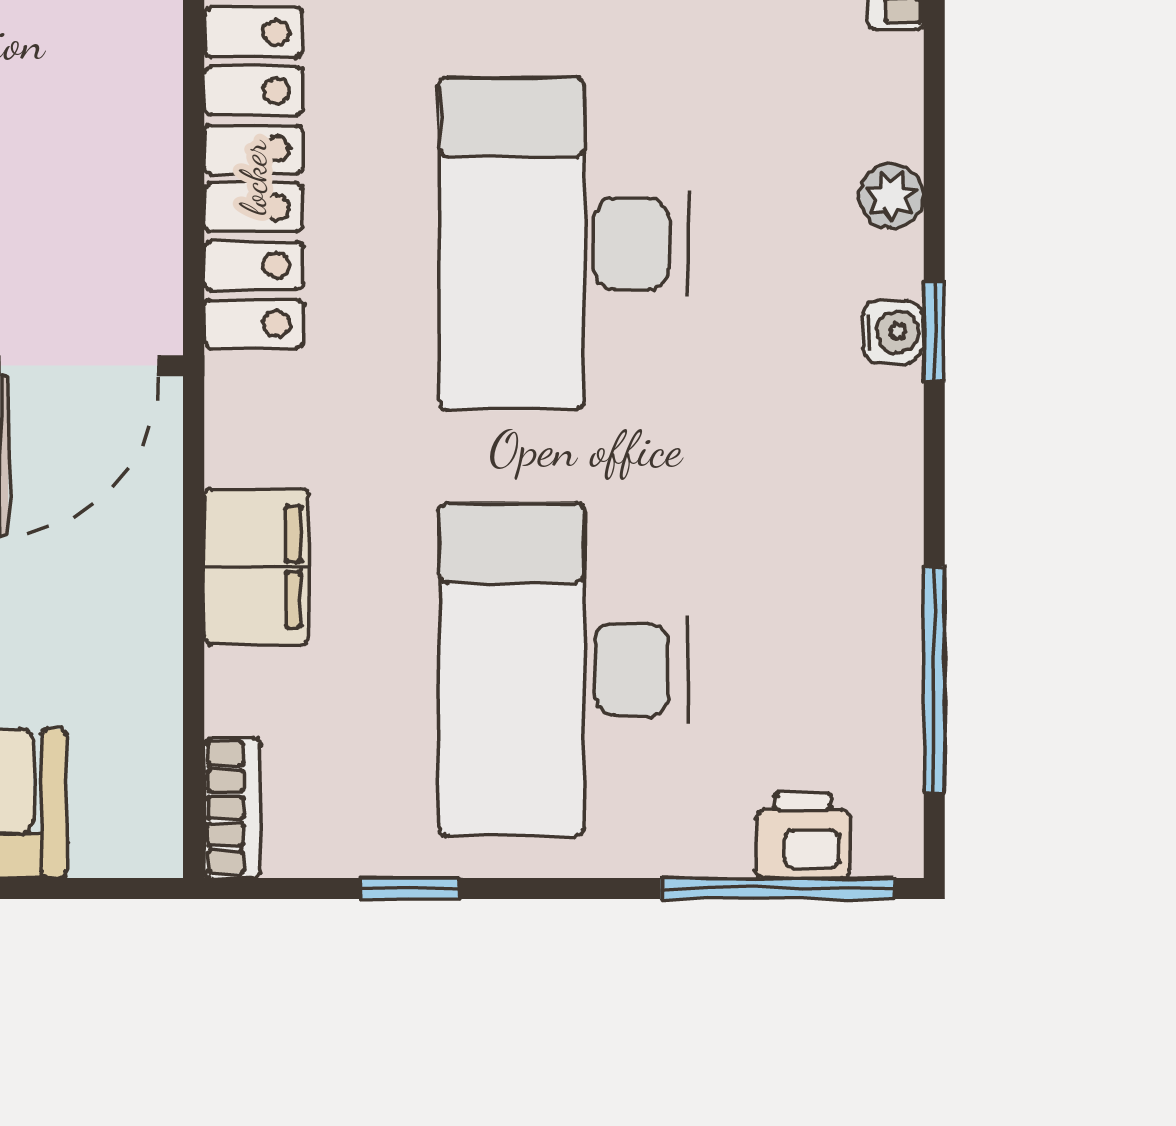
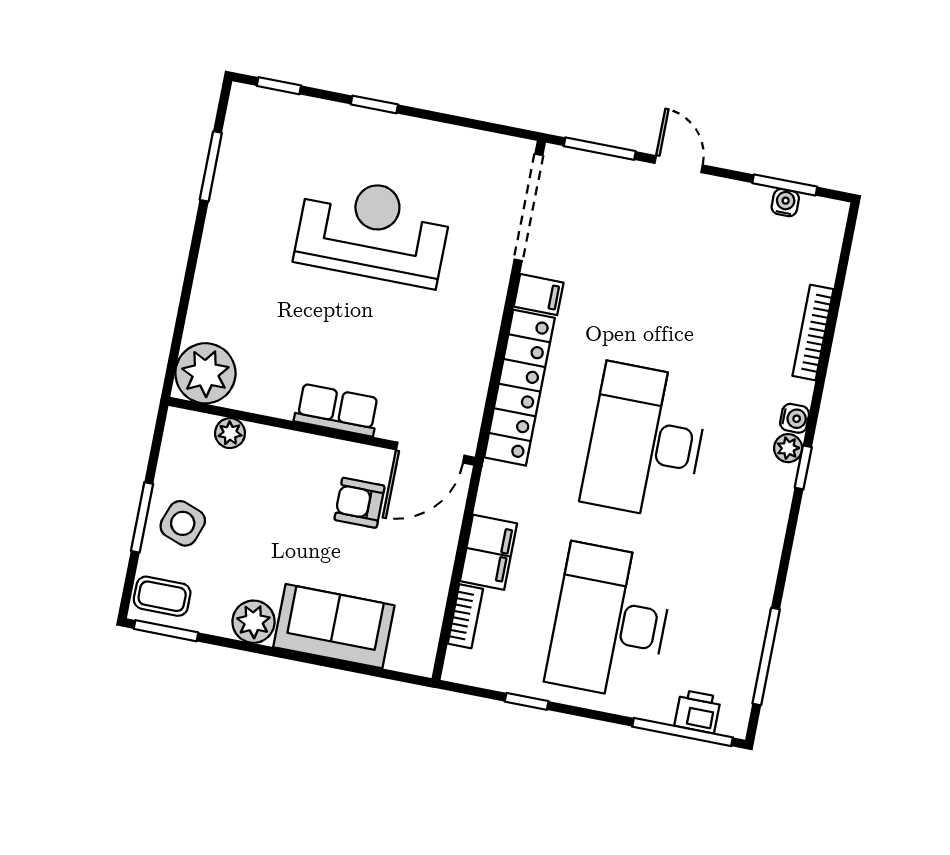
water cooler: (893, 332) -> (795, 418), moved
window: (934, 332) -> (803, 467), moved
bookcase: (232, 808) -> (465, 616), moved

